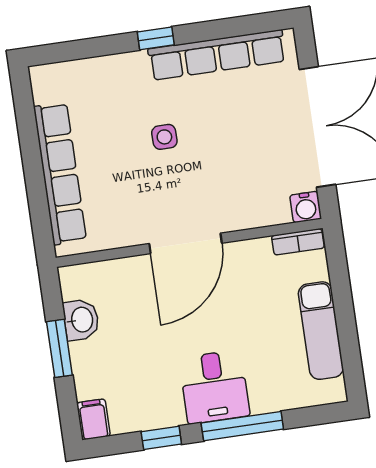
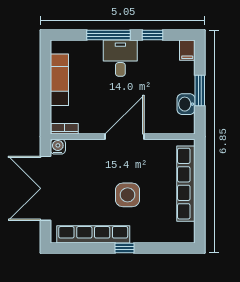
side table: (164, 137) -> (128, 195), width x1.87, depth x1.87

